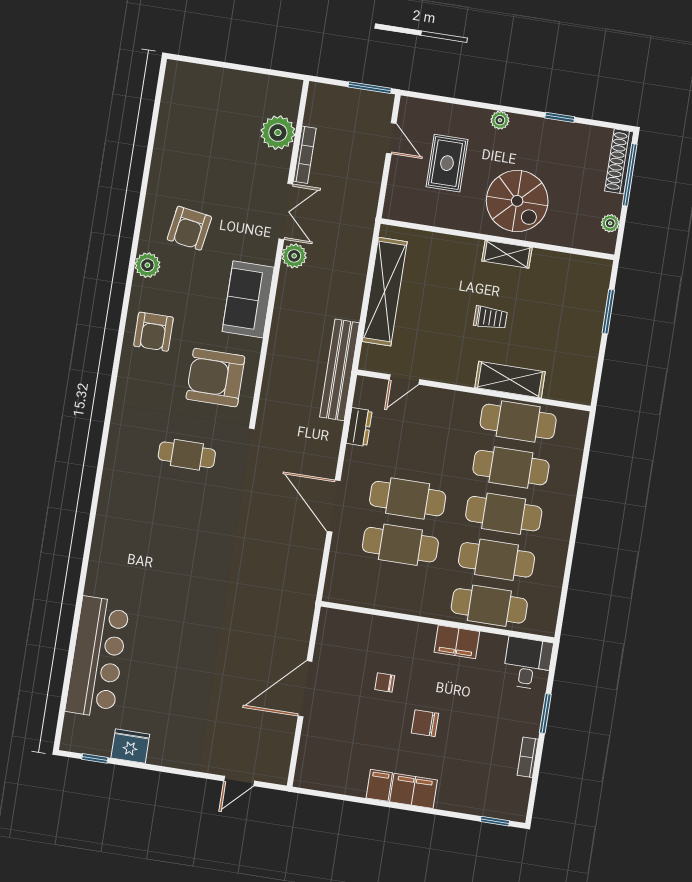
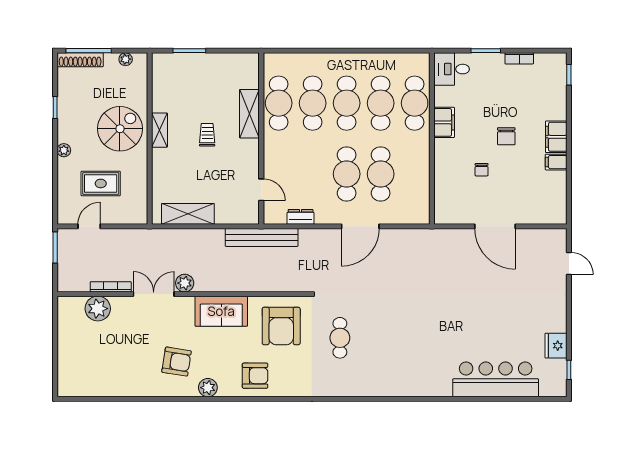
shelving: (385, 292) -> (188, 214), width x0.68

